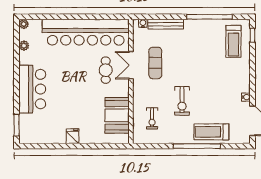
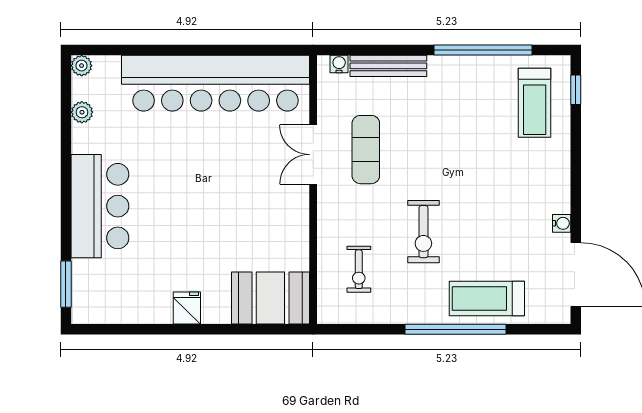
cafe table: (106, 70) -> (259, 165), removed
booth: (117, 115) -> (270, 298), moved, turned 90

